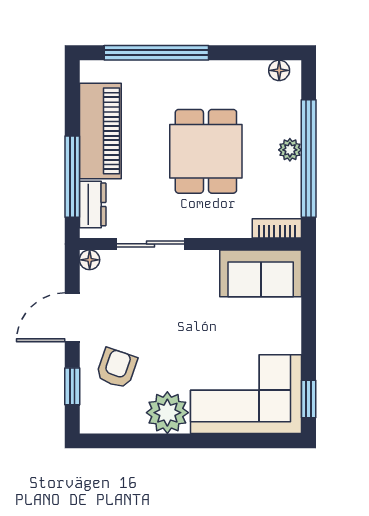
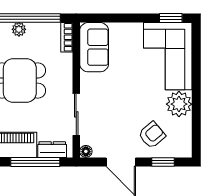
armchair: (117, 368) -> (152, 135), turned 121

